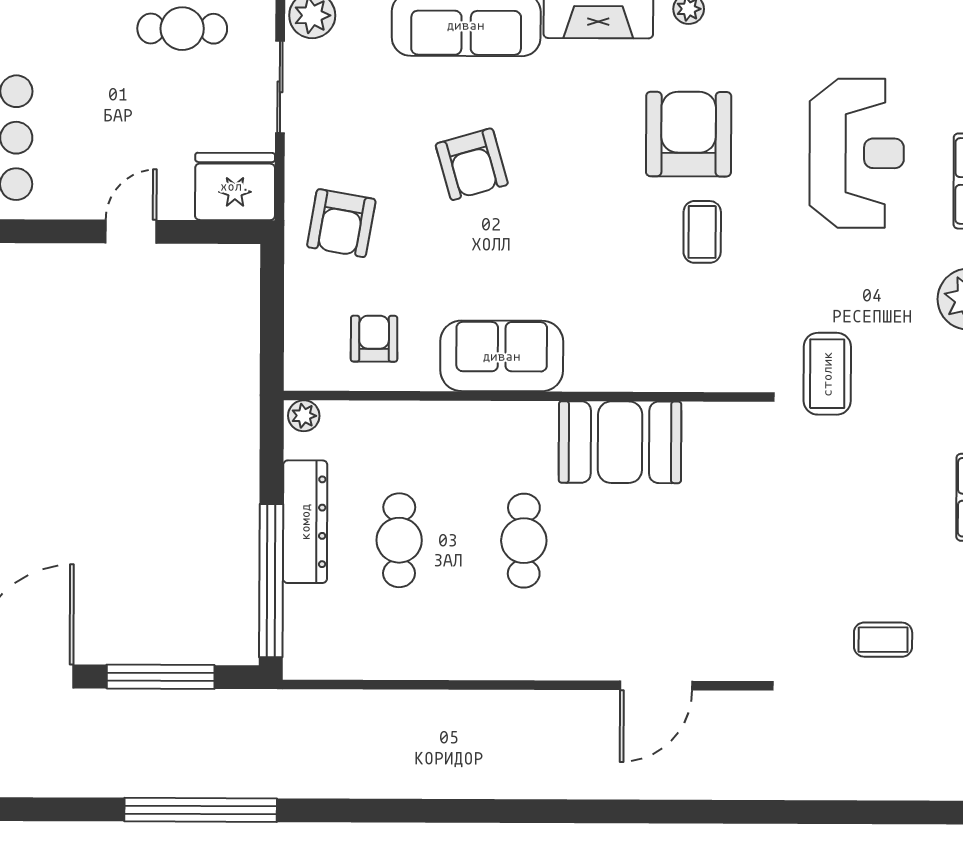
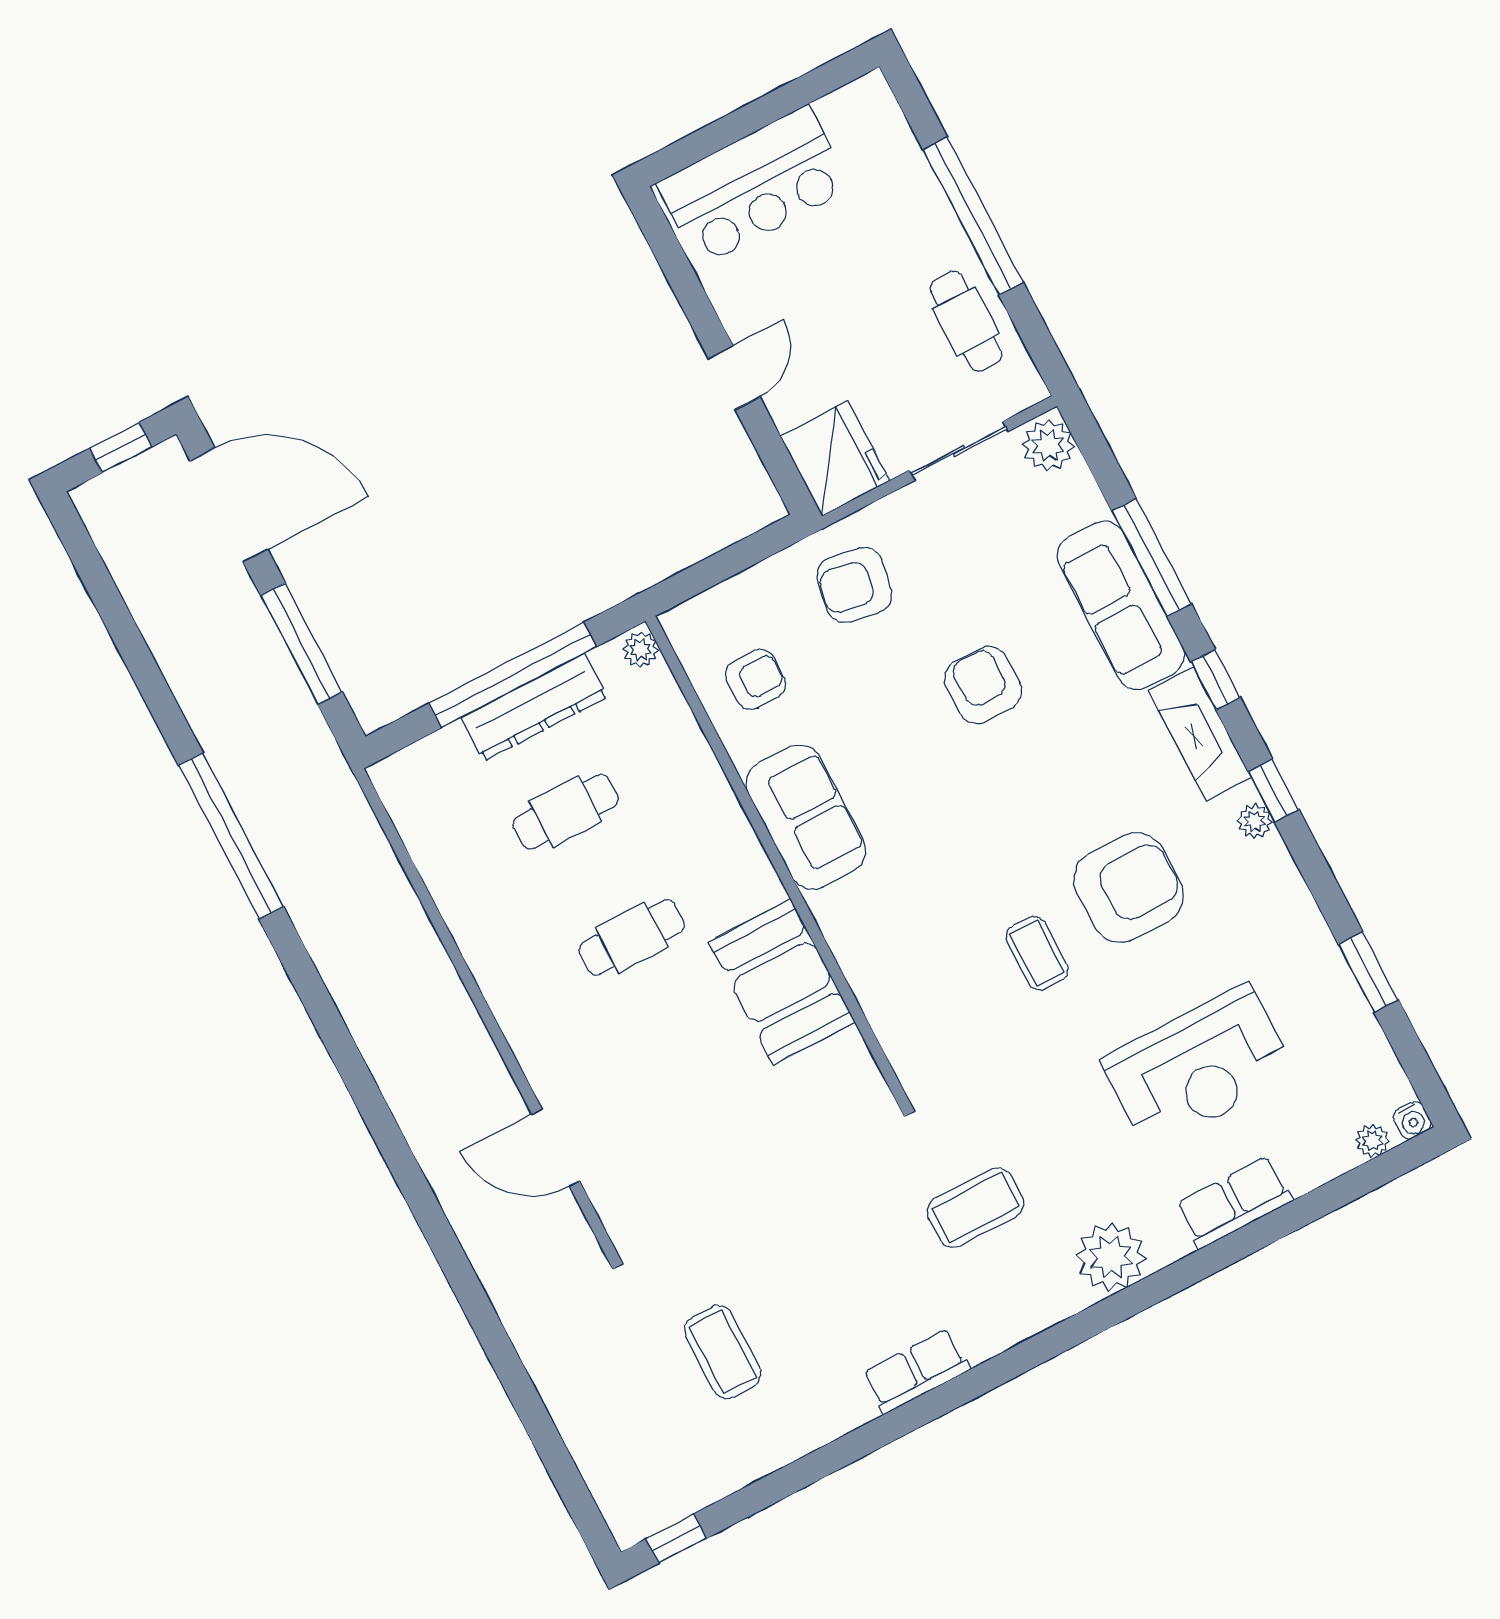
armchair: (472, 164) -> (983, 685), turned 106
door: (131, 232) -> (734, 378), hinge flipped
coffee table: (702, 232) -> (1037, 953), turned 90
coffee table: (827, 374) -> (975, 1208), moved
window: (271, 581) -> (513, 675), moved
coffee table: (883, 640) -> (723, 1352), width x1.36, depth x1.30
window: (201, 810) -> (231, 836), moved

